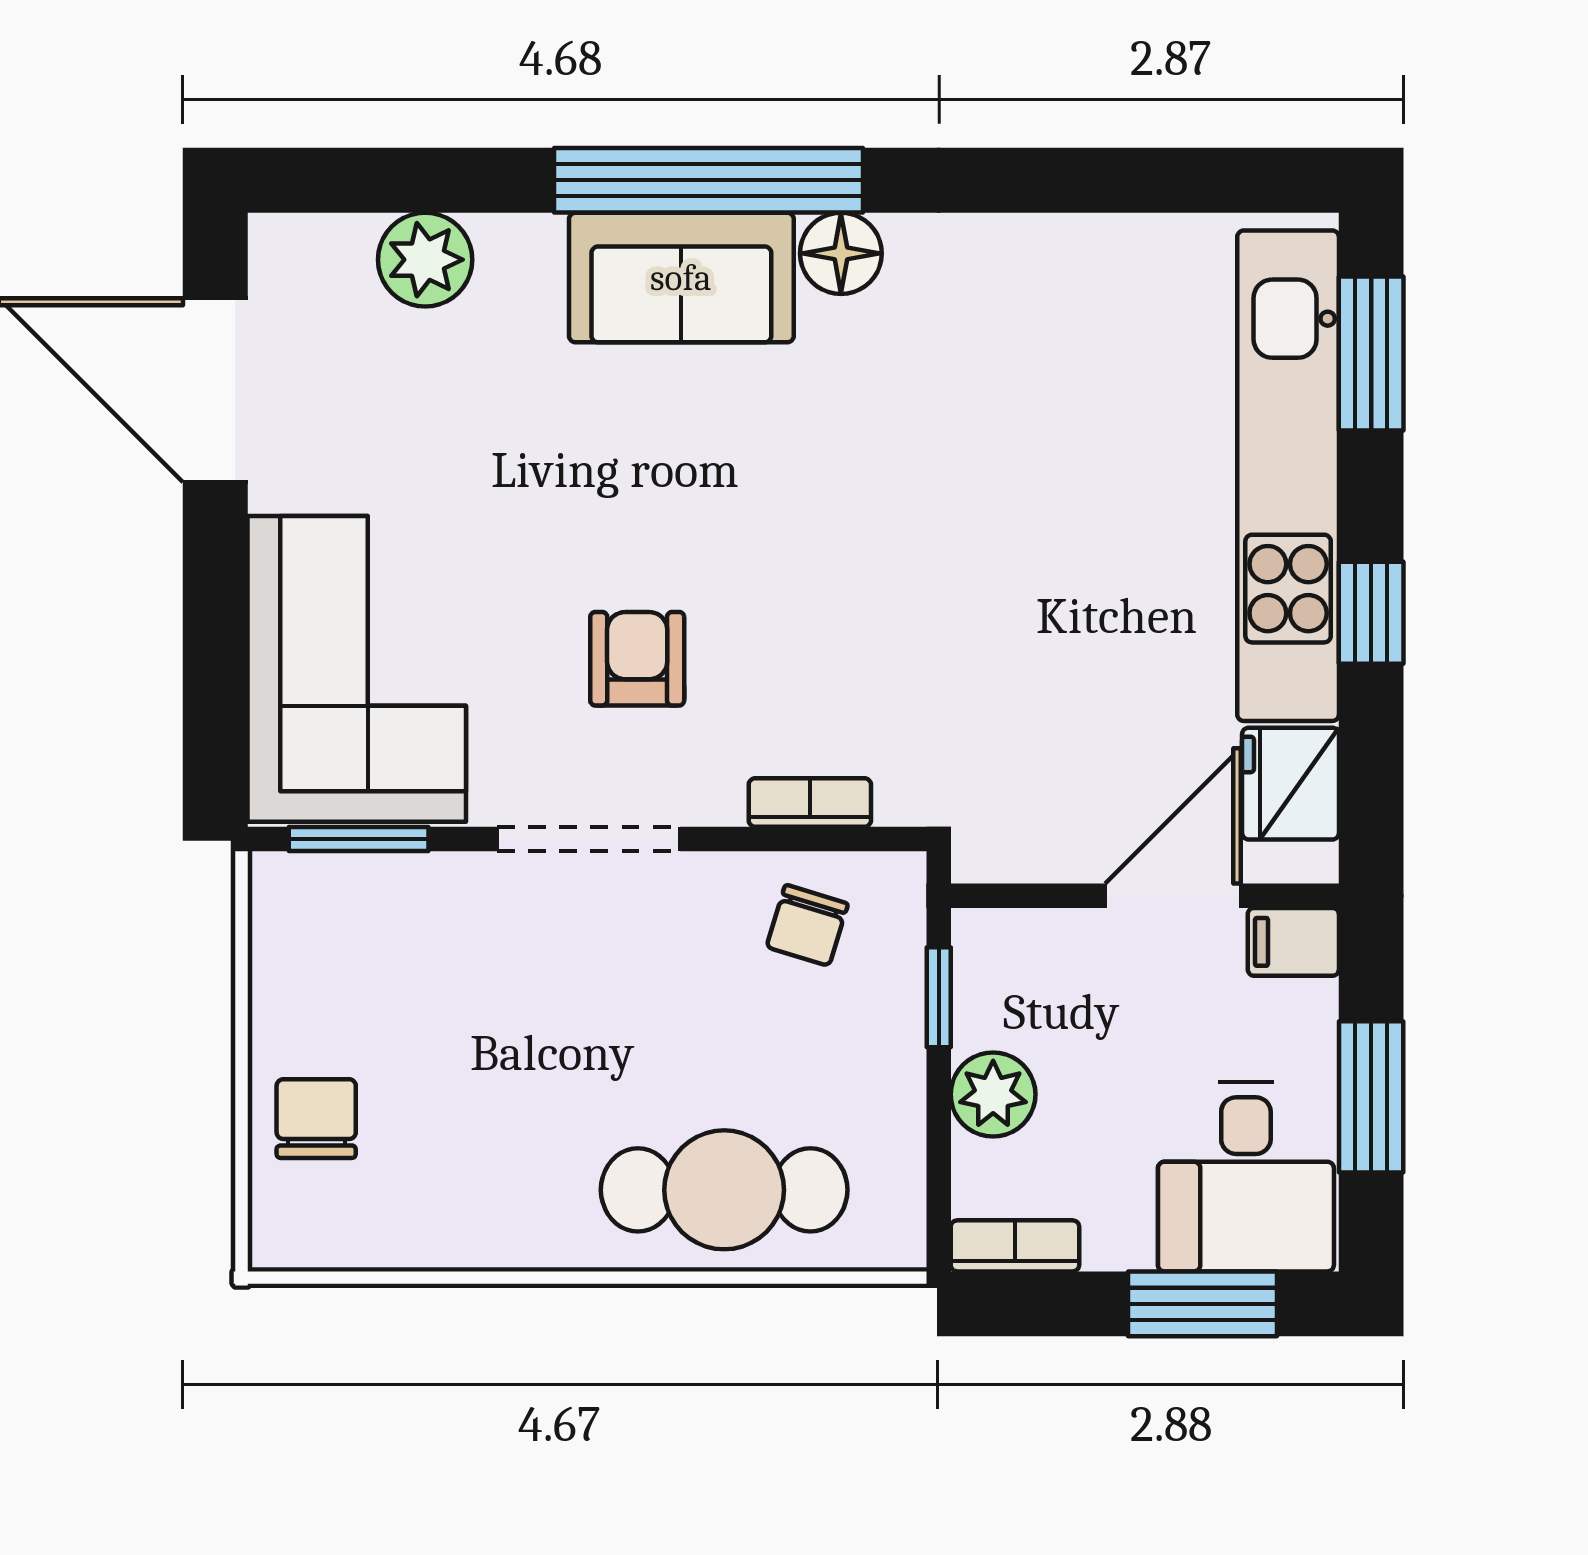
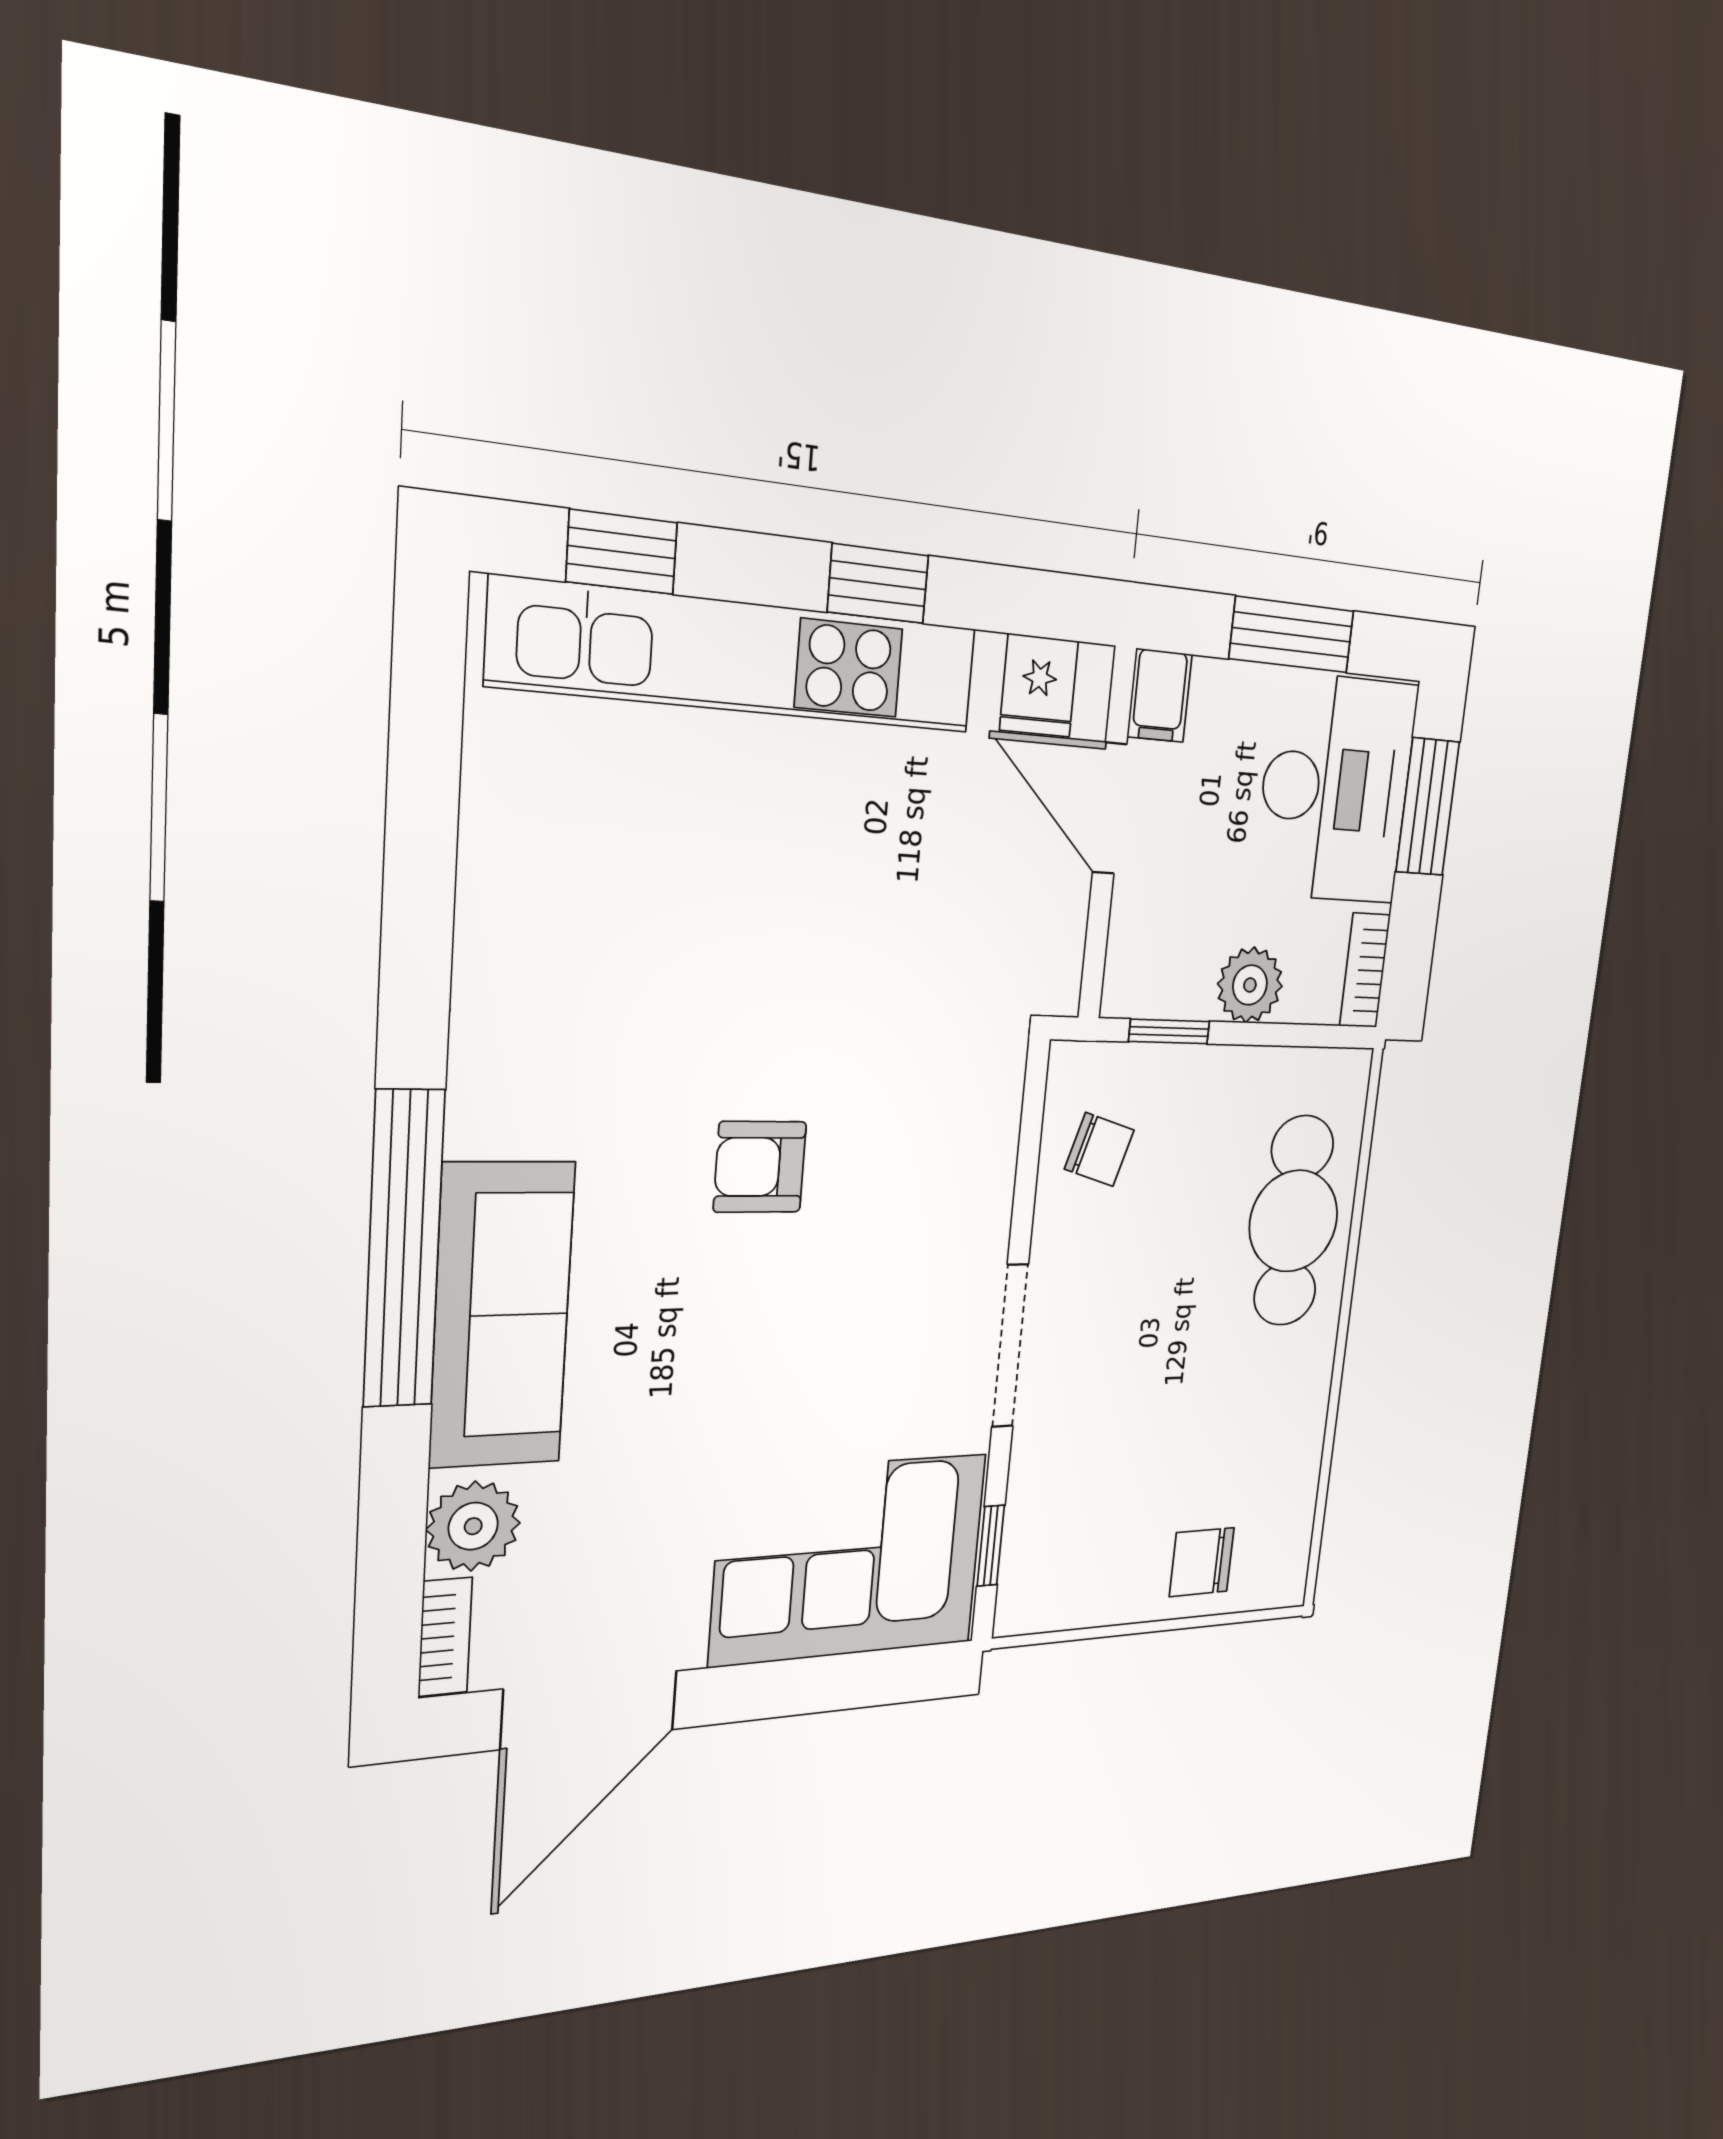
floor lamp: (841, 253) -> (487, 1113), removed
sofa: (681, 278) -> (502, 1315), width x1.36
window: (1371, 353) -> (622, 552), width x0.67
armchair: (637, 659) -> (760, 1167), moved
fridge: (1291, 784) -> (1039, 685), width x0.72
bookcase: (810, 802) -> (445, 1637), moved, turned 180
window: (359, 839) -> (991, 1546), width x0.67
desk: (1246, 1177) -> (1336, 789), width x1.37

